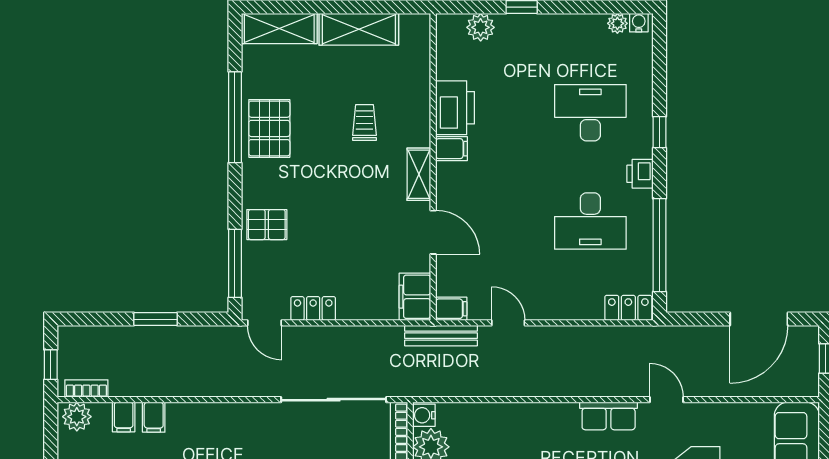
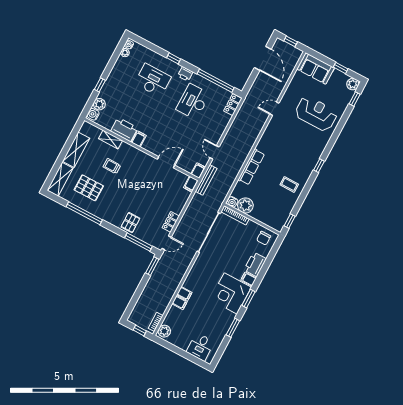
water cooler: (452, 26) -> (93, 114), added
desk: (590, 113) -> (153, 80), turned 90
pallet: (269, 128) -> (89, 188), moved
shelving: (419, 174) -> (111, 140), moved
desk: (590, 221) -> (193, 102), turned 180
filing cabinet: (415, 297) -> (191, 184), width x0.50
window: (156, 319) -> (152, 266), moved
door: (508, 323) -> (215, 152), hinge flipped
row of seats: (609, 416) -> (251, 167), moved, width x1.48
filing cabinet: (124, 417) -> (184, 294), moved

